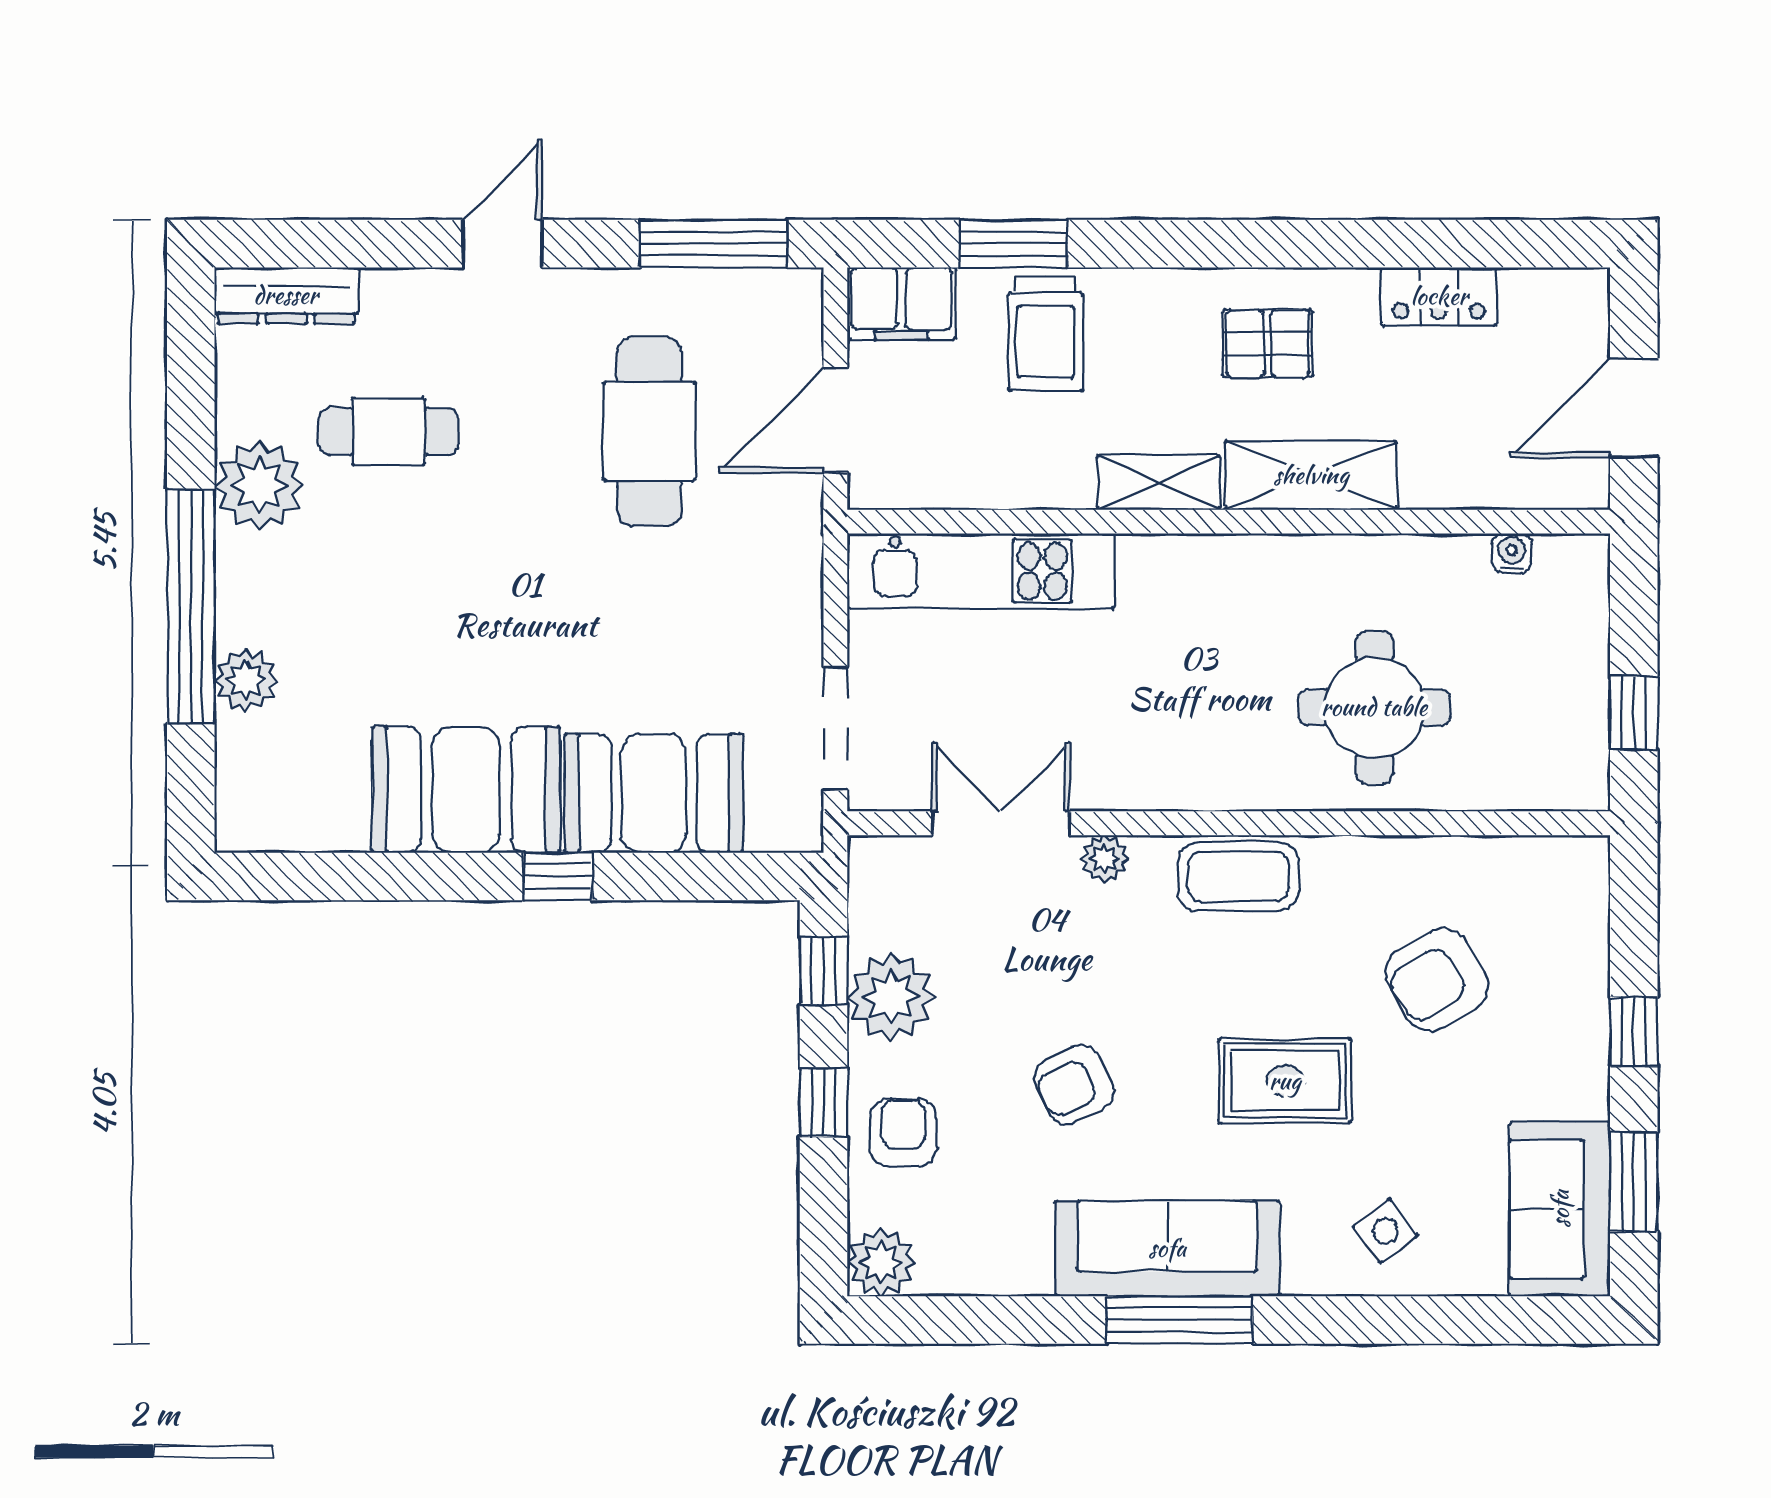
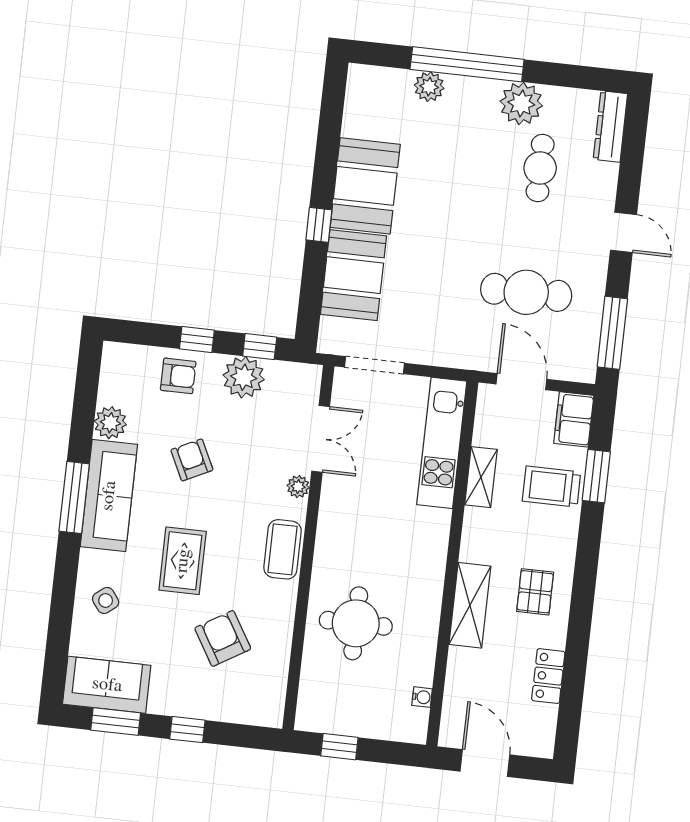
shelving: (1159, 482) -> (481, 477), moved
plant: (881, 1262) -> (110, 423), moved

